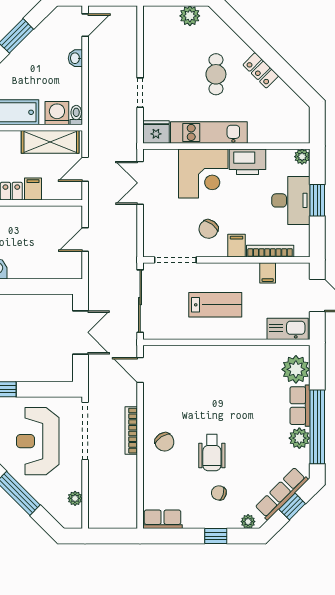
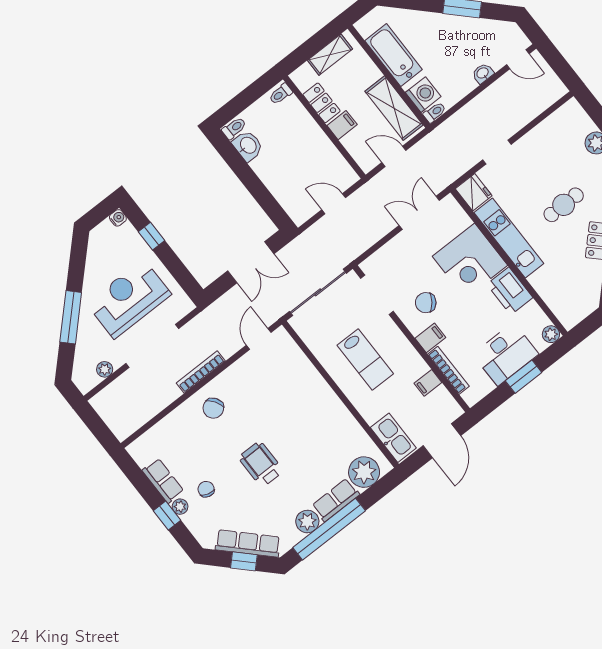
doorway: (85, 431) -> (152, 346), moved
wheelchair: (212, 453) -> (261, 464), moved, turned 90
row of seats: (163, 519) -> (163, 481), moved
plant: (248, 522) -> (180, 507), moved

